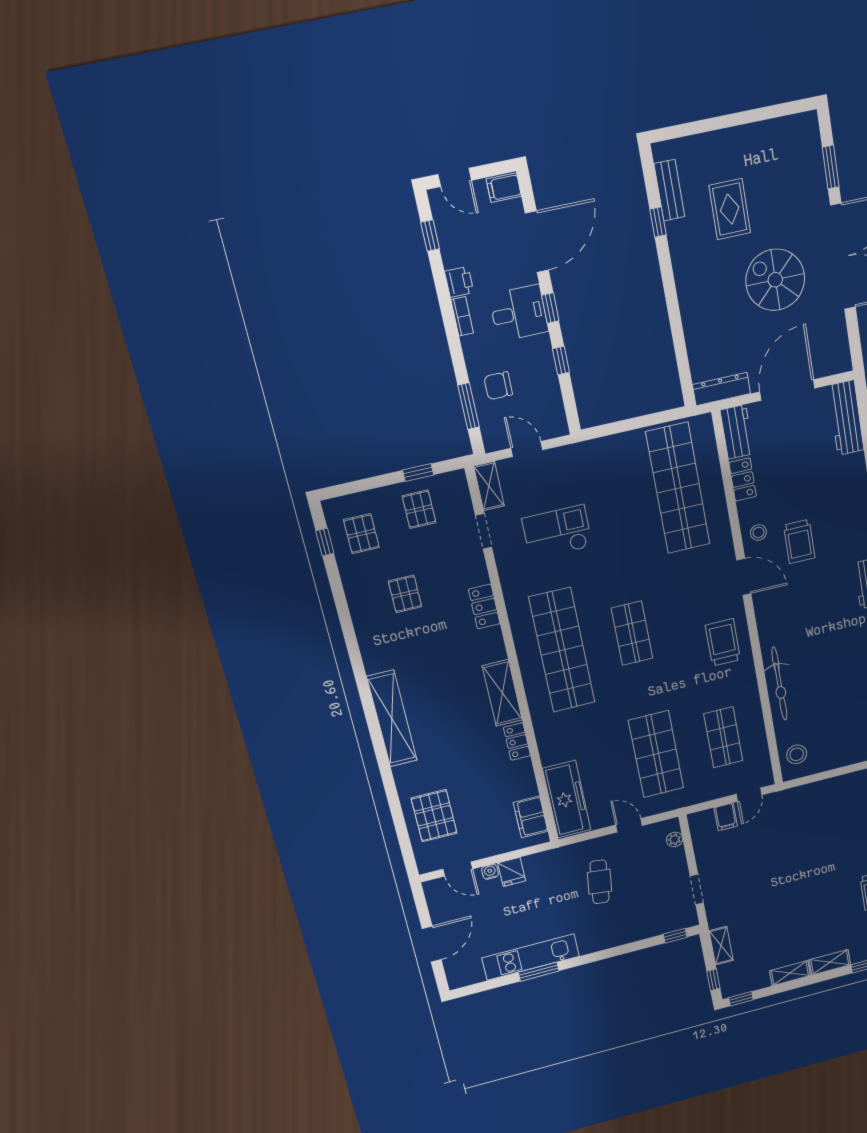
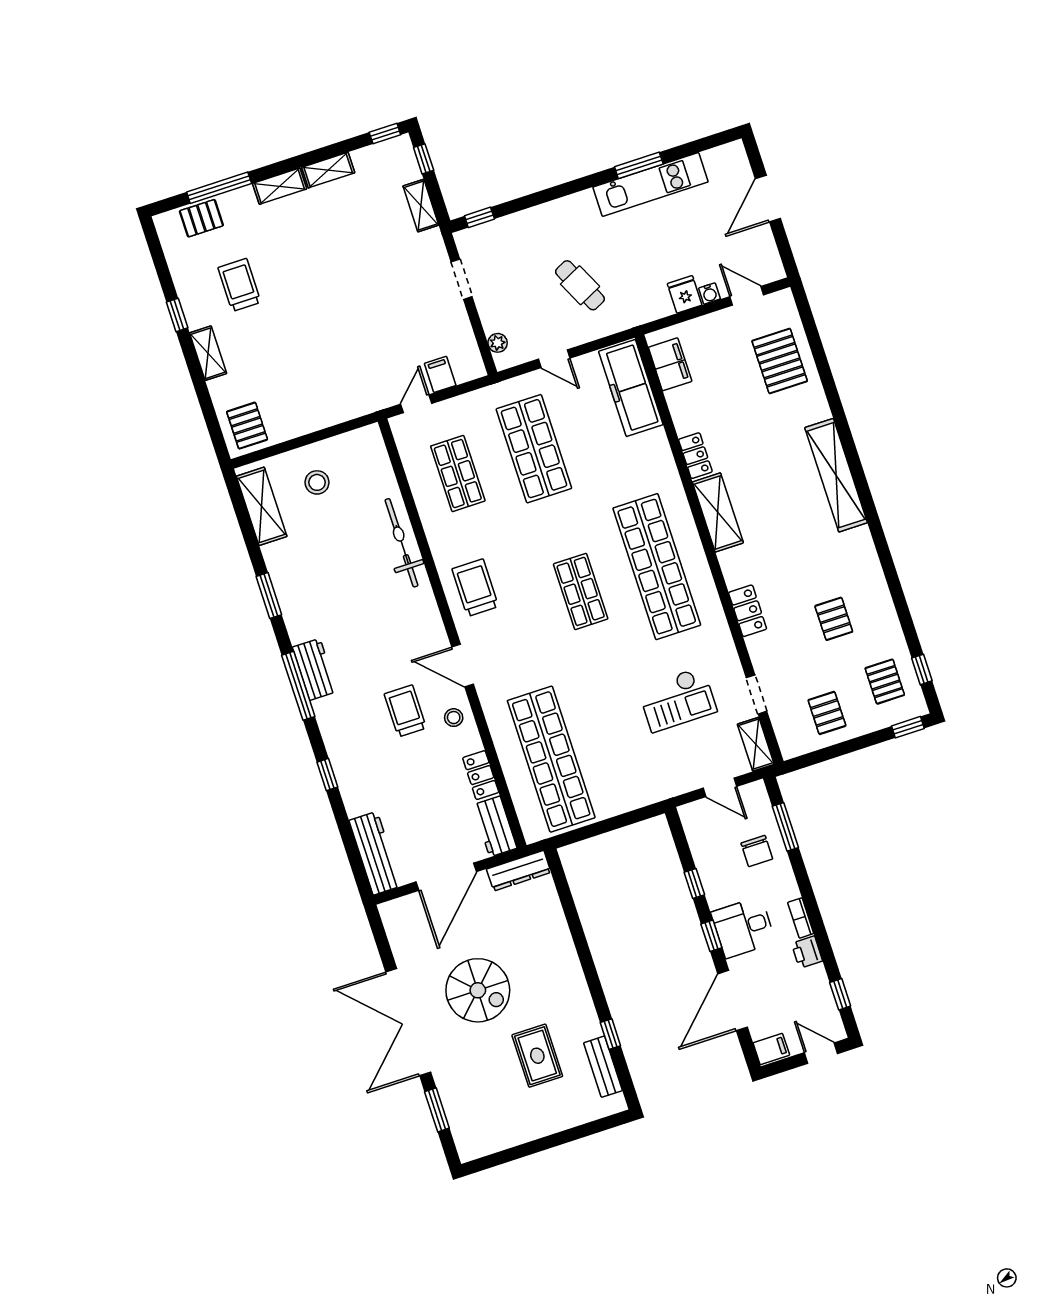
chair: (498, 386) -> (757, 851), turned 90
window: (418, 472) -> (908, 727), moved
trolley: (723, 642) -> (475, 588), turned 180
stool: (797, 754) -> (317, 482), moved
cafe table: (599, 882) -> (580, 285), turned -33

